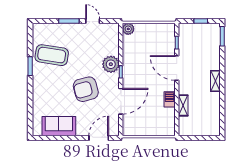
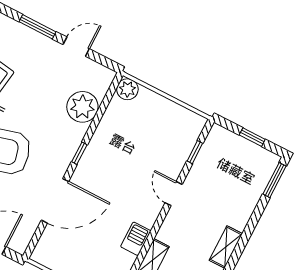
door: (93, 21) -> (76, 47), hinge flipped
plant: (111, 64) -> (82, 107), moved
door: (177, 68) -> (174, 194), width x0.53

